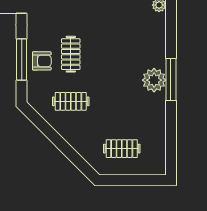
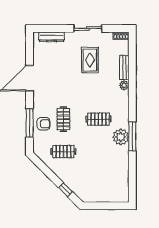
clothes rail: (122, 149) -> (98, 119), moved
window: (74, 157) -> (66, 190), added

